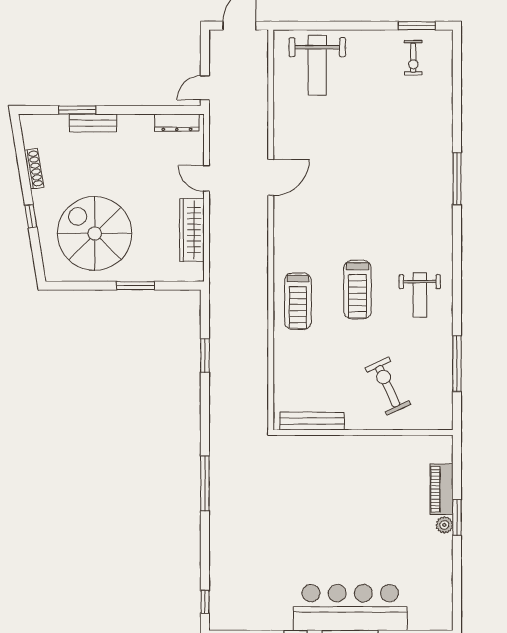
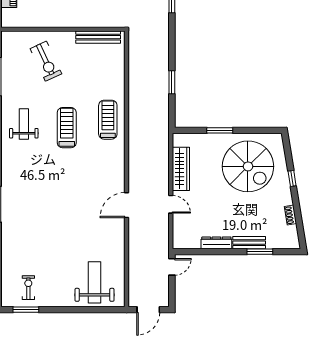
dresser: (177, 123) -> (216, 243), moved
shoe rack: (34, 169) -> (290, 215), width x0.70

